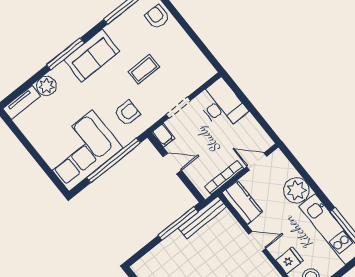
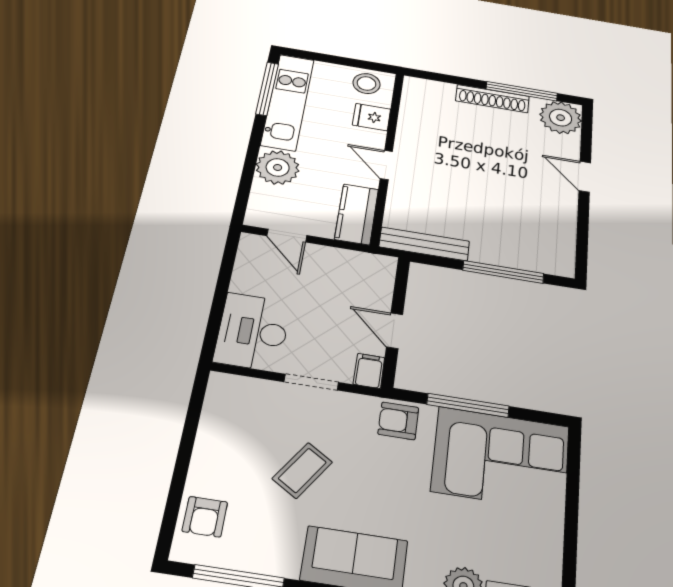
coffee table: (144, 69) -> (302, 470), turned -57
armchair: (127, 113) -> (398, 421), moved
window: (114, 160) -> (468, 405), width x0.68
bookcase: (224, 178) -> (348, 257), removed
window: (178, 224) -> (503, 272), moved

